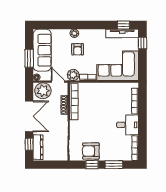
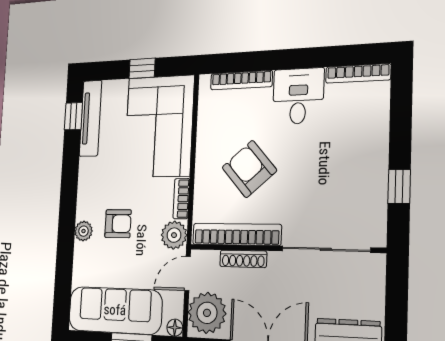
window: (142, 43) -> (142, 68), moved
armchair: (91, 151) -> (249, 169), moved, turned 139
window: (114, 165) -> (400, 128), removed

